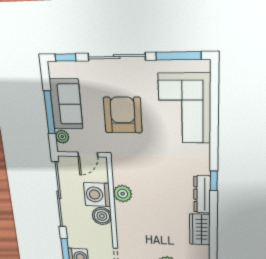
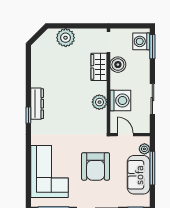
door: (88, 154) -> (125, 135), hinge flipped
sliding door: (59, 195) -> (152, 99), width x0.54
boiler: (102, 216) -> (118, 65), moved
wardrobe: (200, 229) -> (99, 67), moved, turned 180

